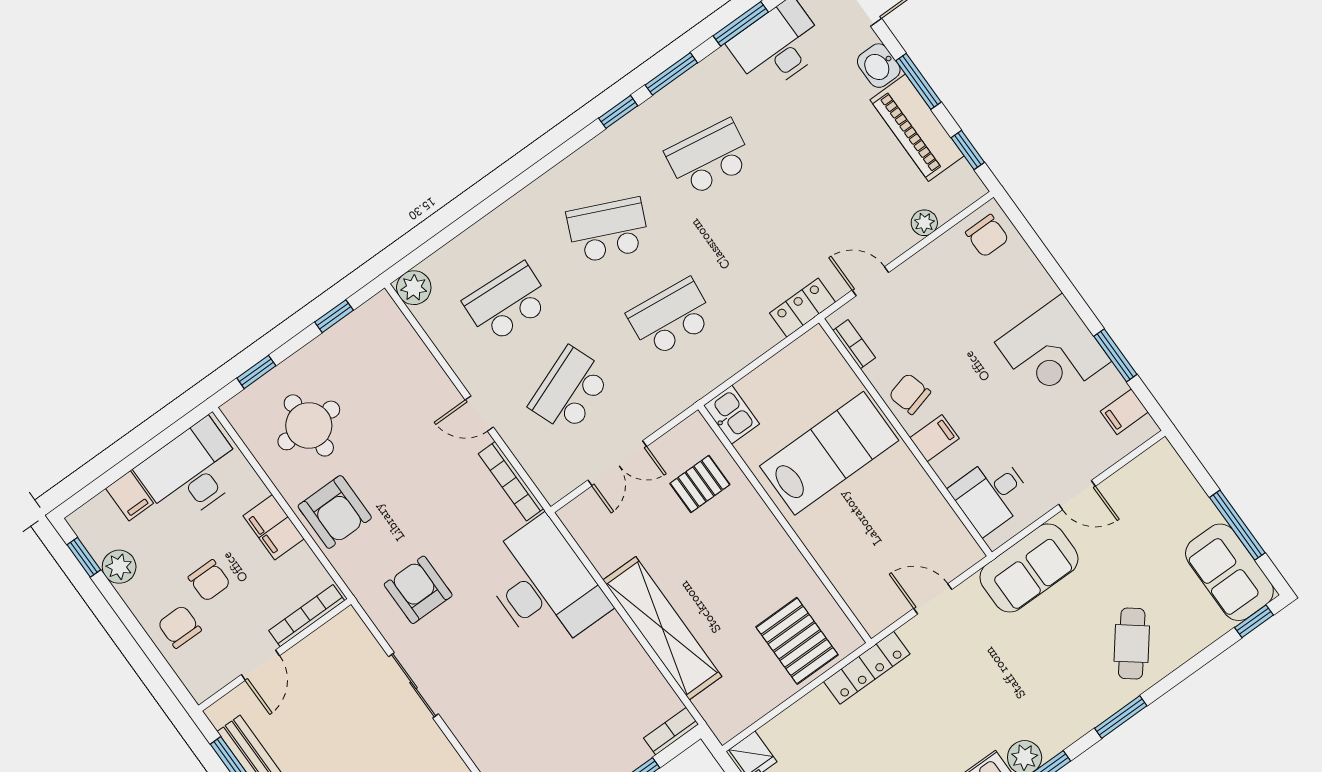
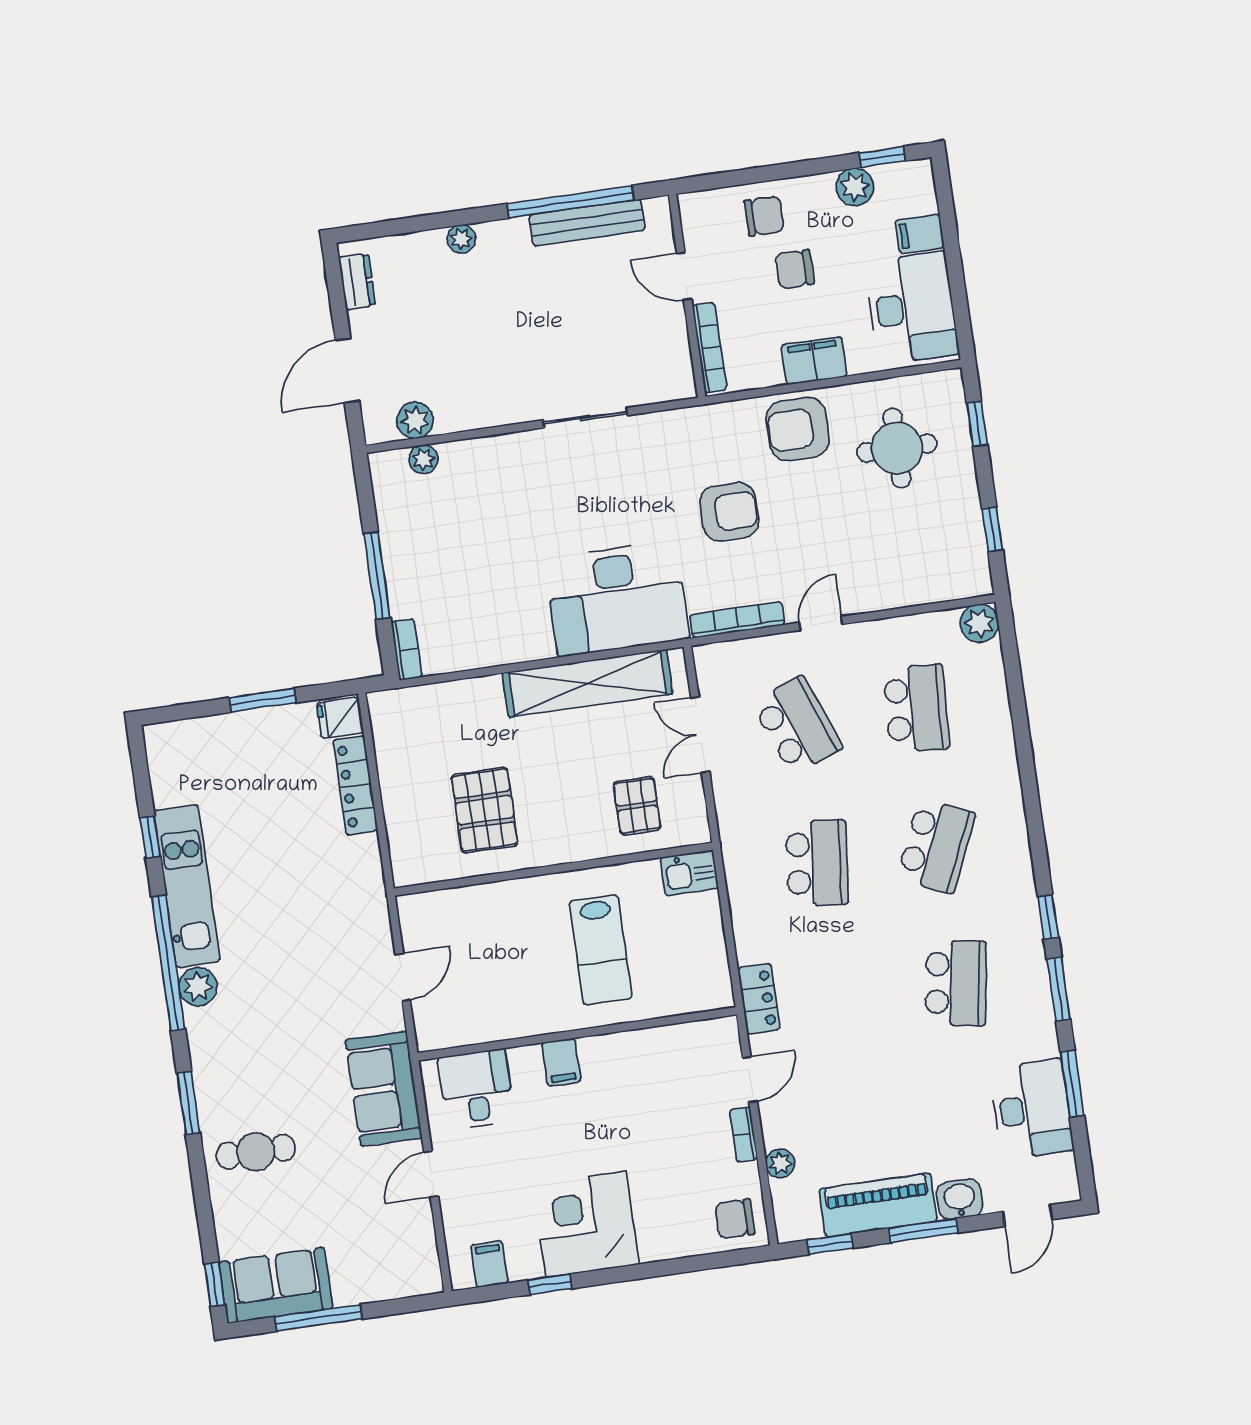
bookcase: (854, 344) -> (744, 1134), moved, turned 90
window: (1115, 355) -> (550, 1284), width x0.67
chair: (910, 394) -> (618, 1060), removed
lab bench: (829, 453) -> (601, 950), width x0.73, depth x0.72
armchair: (418, 590) -> (729, 512), moved
shelving: (662, 628) -> (587, 683), moved
pallet: (797, 641) -> (485, 810), moved, turned 90
cafe table: (1132, 644) -> (256, 1152), turned -38
locker: (867, 668) -> (355, 786), moved

